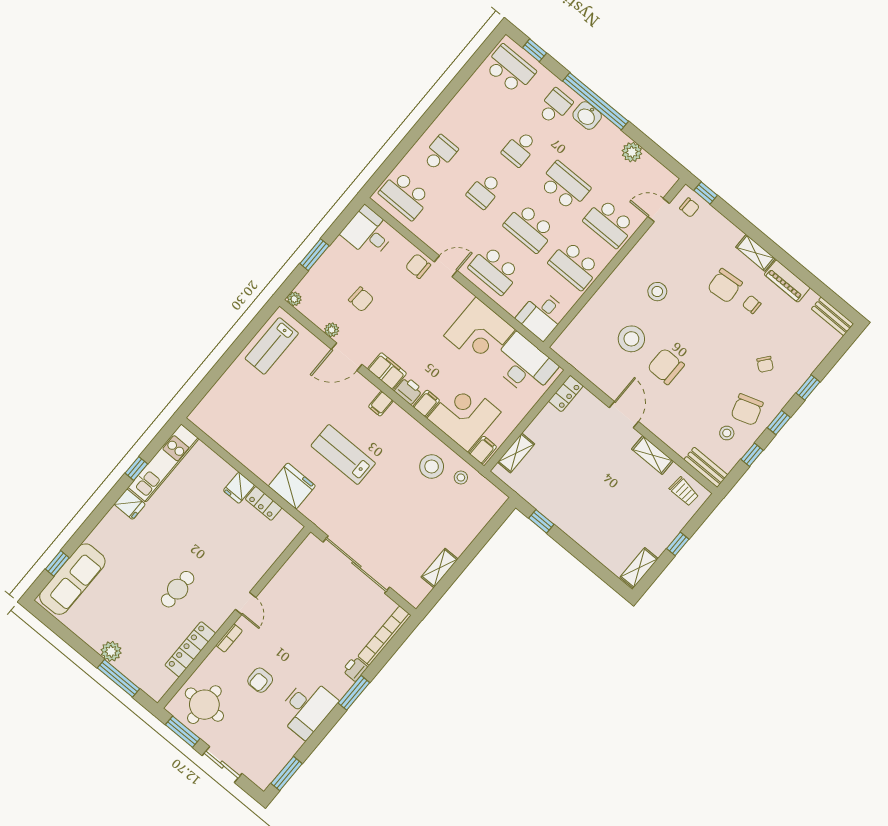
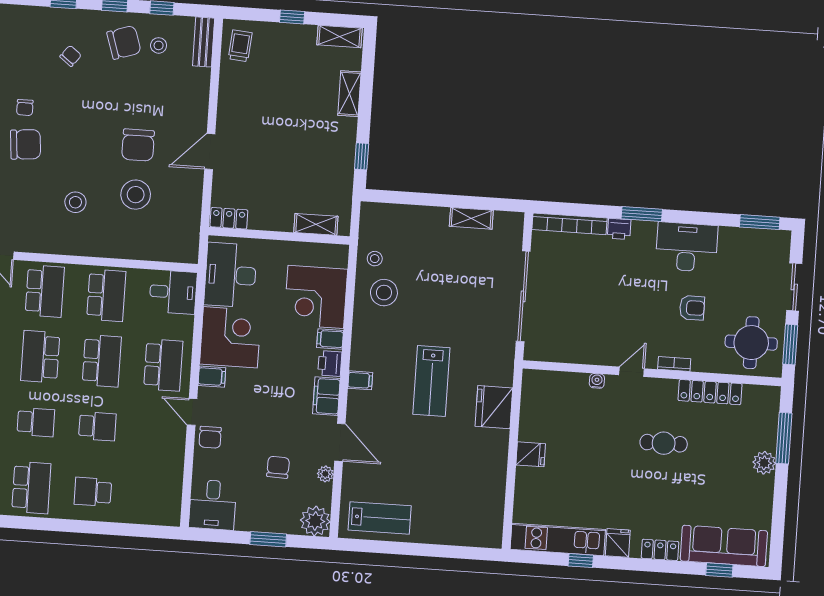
school desk: (405, 195) -> (31, 488), moved
plant: (294, 299) -> (315, 521), width x1.88, depth x1.88
filing cabinet: (483, 450) -> (212, 377), moved, turned 180
shelving: (652, 455) -> (349, 94), moved
locker: (264, 503) -> (660, 550), moved, turned -90
water cooler: (257, 574) -> (597, 381), added

